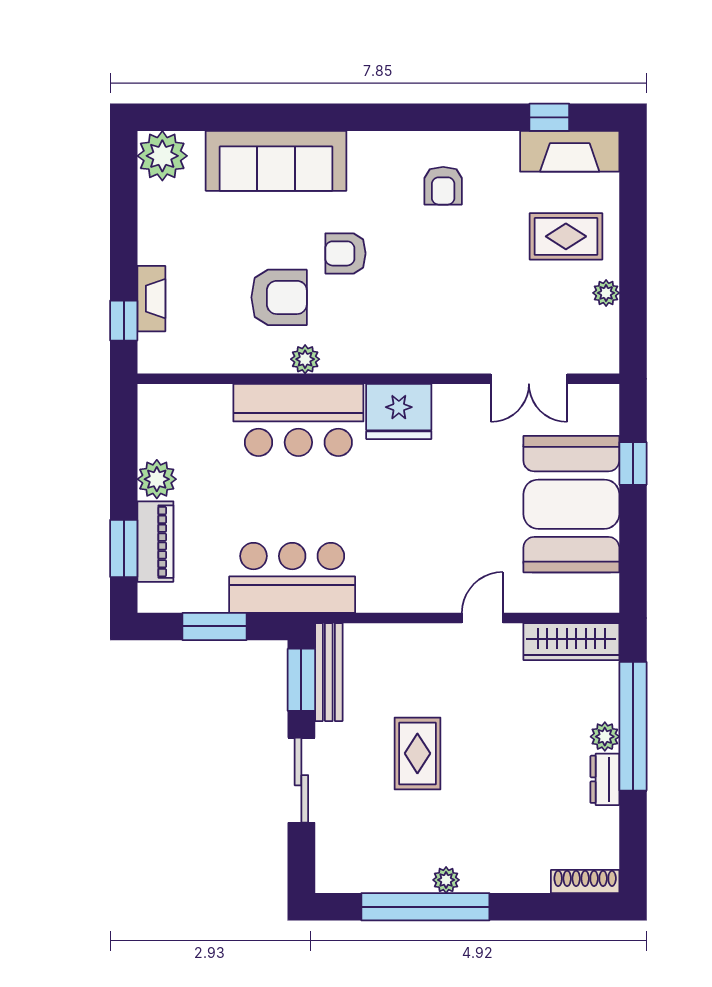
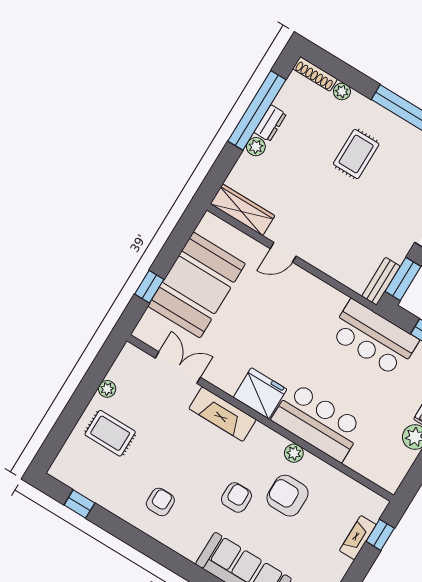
fireplace: (570, 151) -> (222, 414), moved, turned 180
armchair: (346, 253) -> (236, 497), turned -90
bench: (329, 672) -> (381, 281), width x0.73
window: (633, 726) -> (257, 110), moved
rug: (417, 753) -> (356, 154), moved
plant: (446, 880) -> (342, 91), moved

